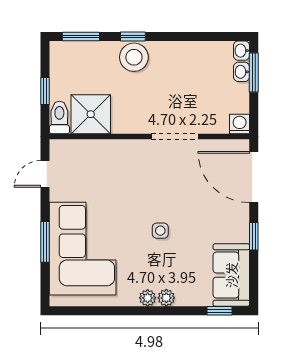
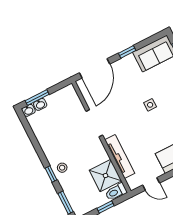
stool: (134, 57) -> (62, 168), width x0.53, depth x0.53
washing machine: (240, 124) -> (69, 91), removed
tv unit: (108, 149) -> (120, 157), added

